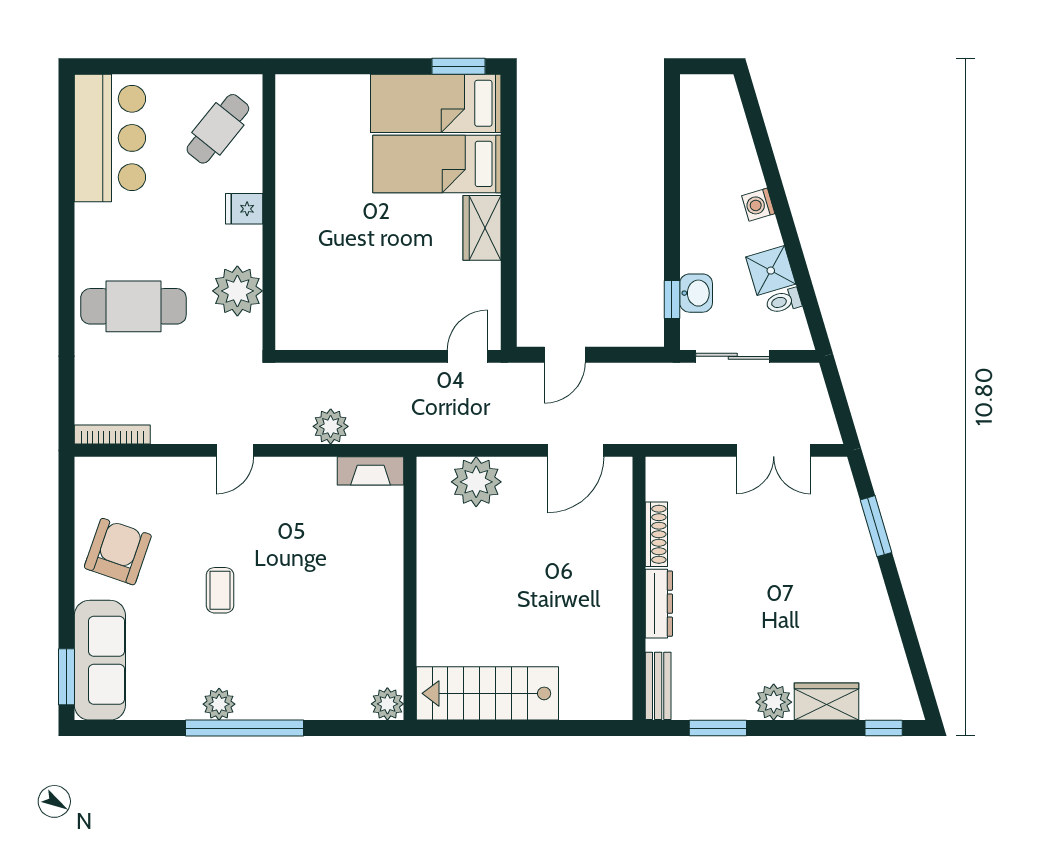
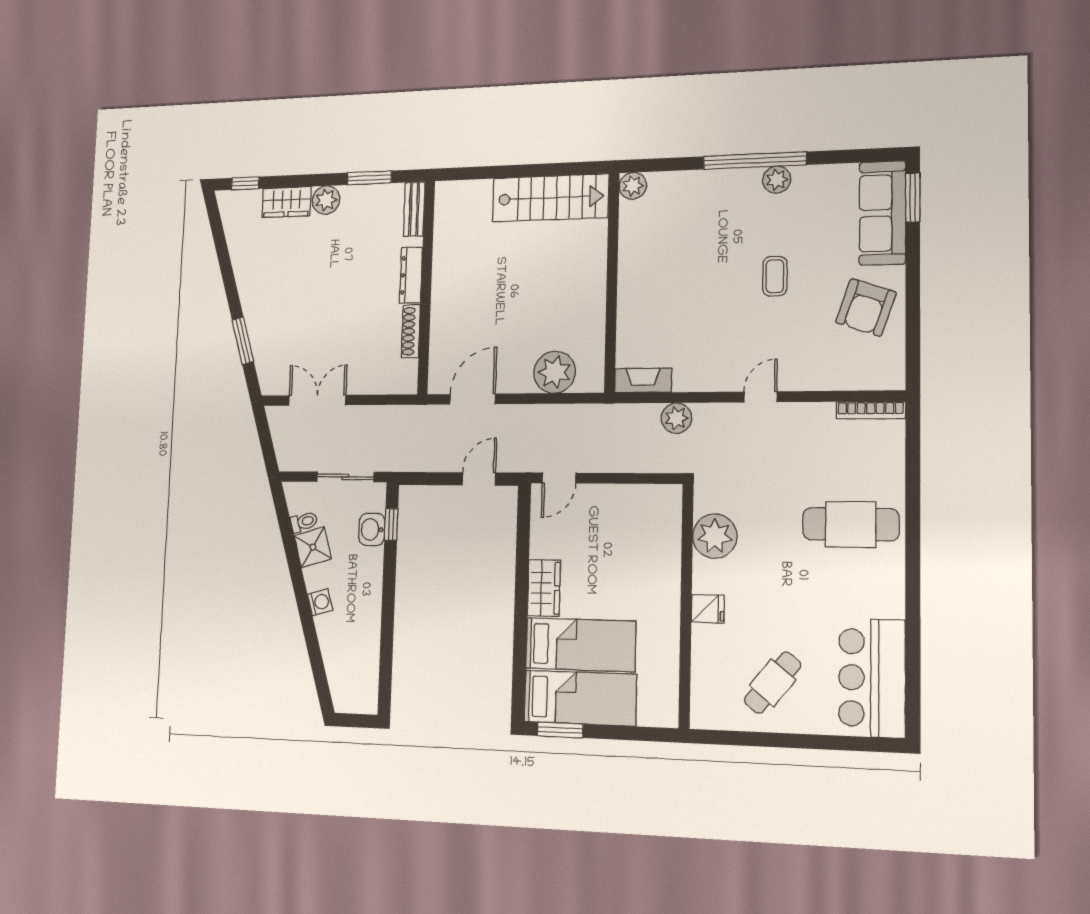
fridge: (244, 209) -> (708, 609), moved
wall: (269, 212) -> (686, 605), moved
plant: (237, 291) -> (715, 536), moved

